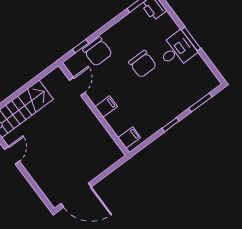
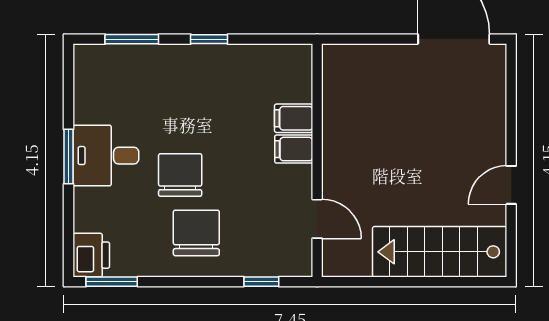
chair: (97, 52) -> (196, 233), moved
door: (77, 86) -> (317, 219), swing flipped
filing cabinet: (129, 138) -> (294, 118), moved

